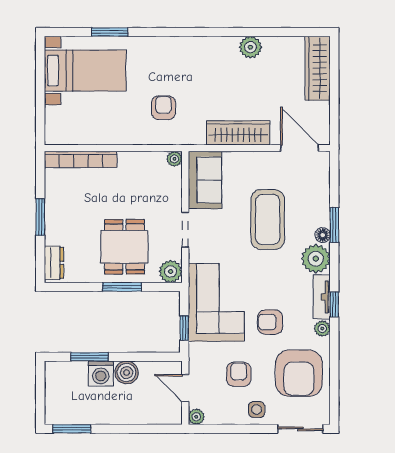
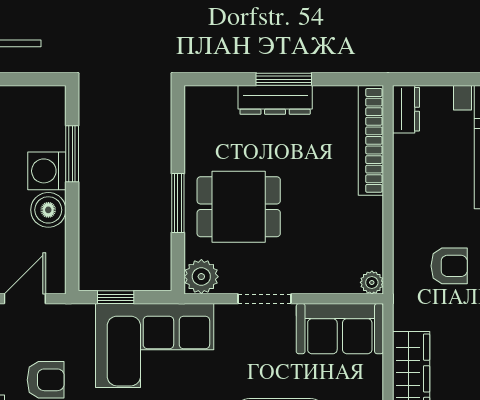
dresser: (60, 136) -> (406, 109), added
dresser: (54, 263) -> (275, 100), moved, width x1.44

